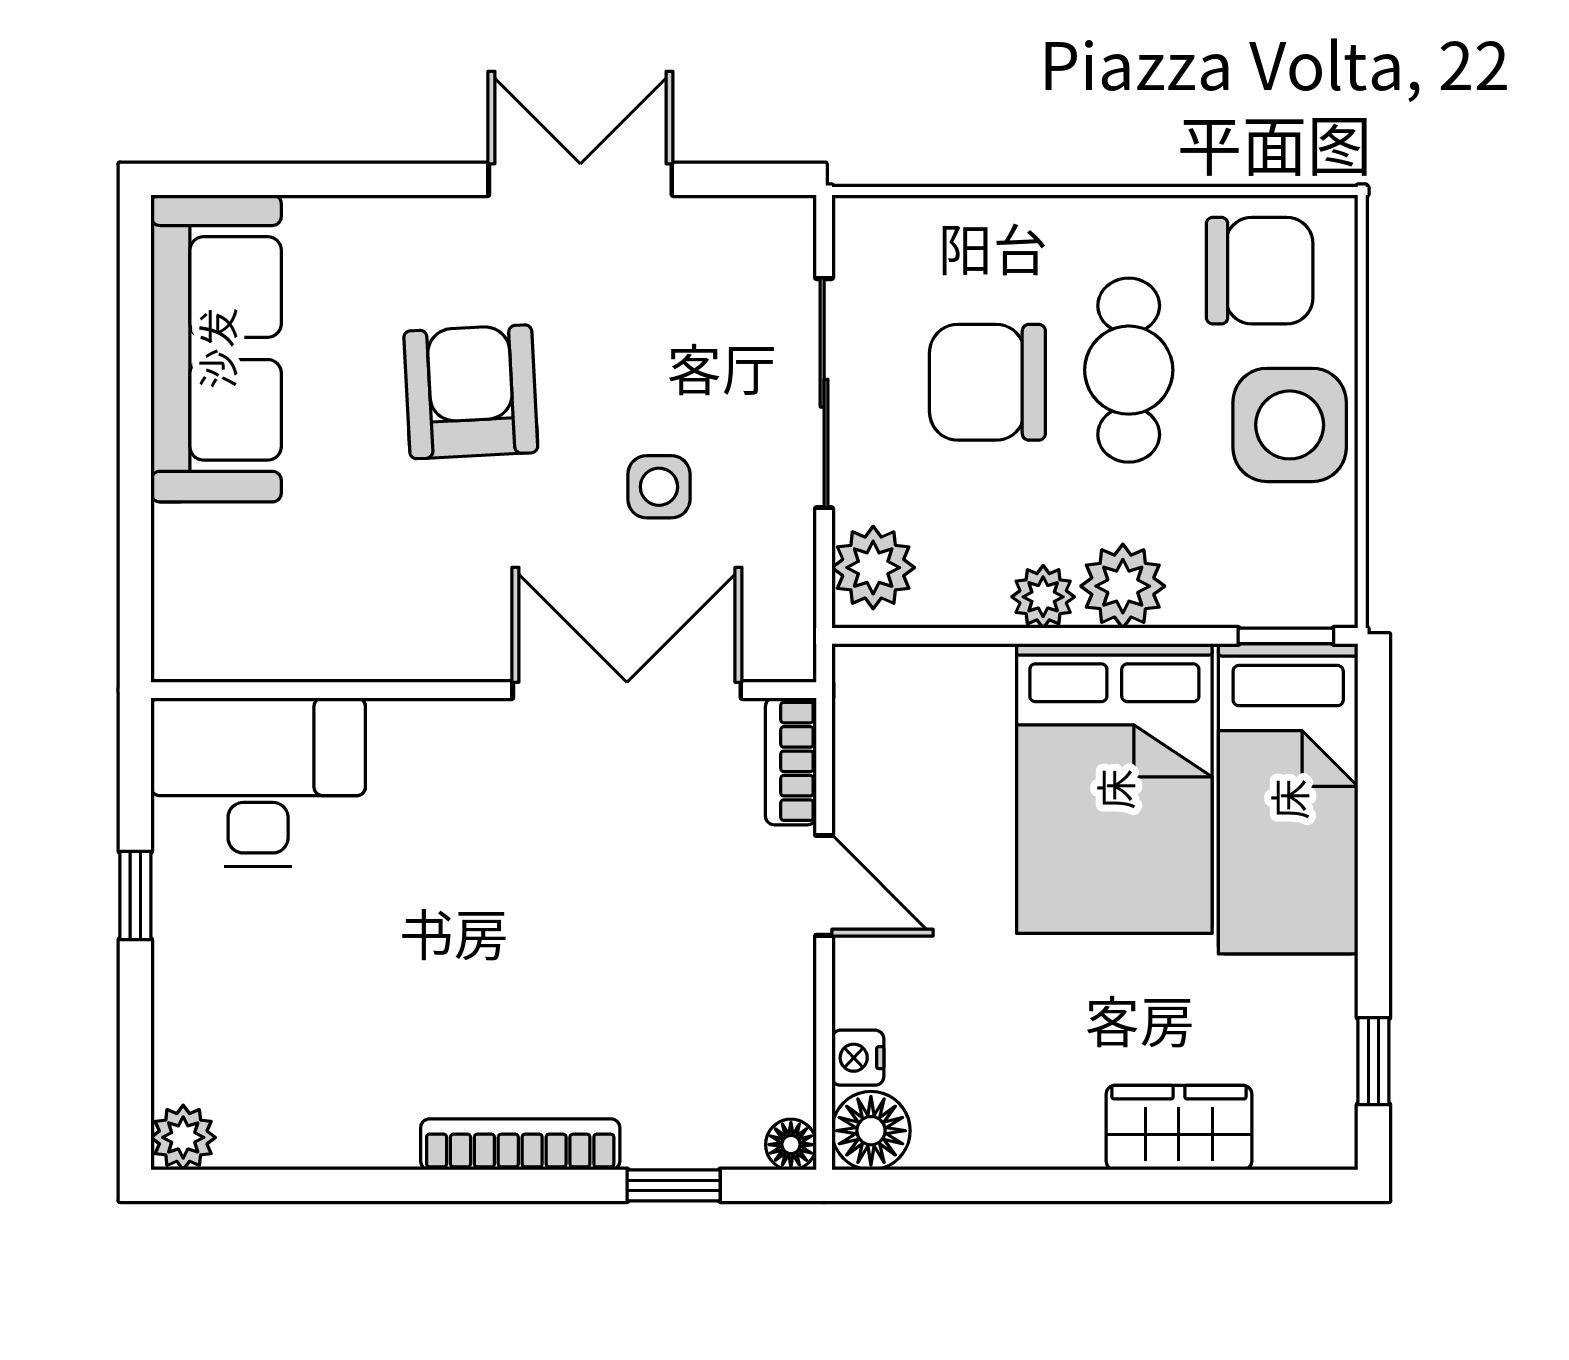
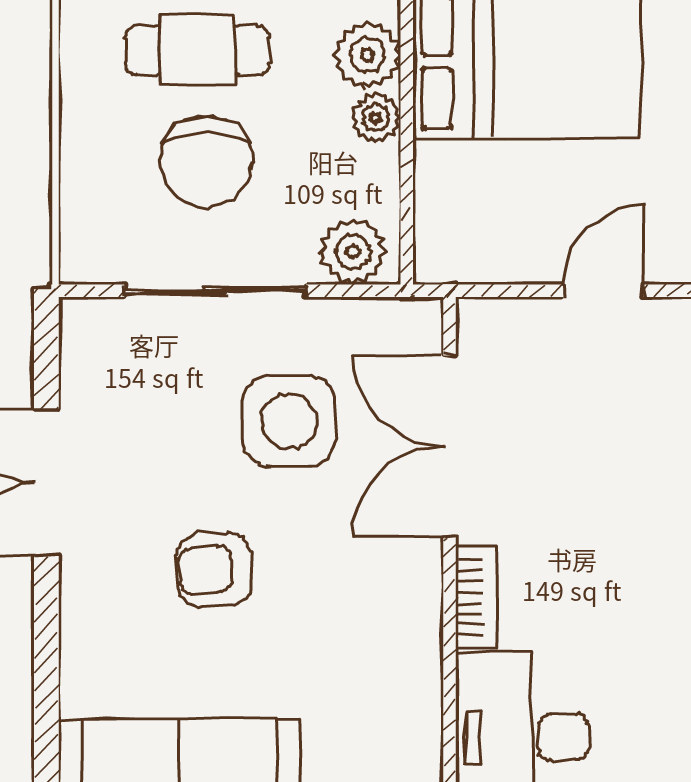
armchair: (471, 392) -> (214, 569), width x0.72, depth x0.72
side table: (659, 487) -> (289, 421), width x1.87, depth x1.87
bookcase: (791, 761) -> (476, 598), moved, turned -90

